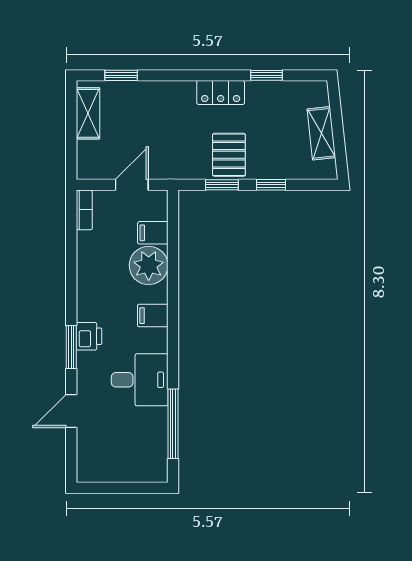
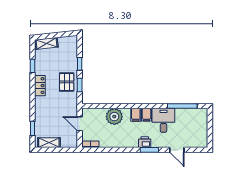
shelving: (321, 133) -> (47, 43), moved
pallet: (229, 155) -> (67, 82), turned 90
filing cabinet: (153, 233) -> (146, 115), moved

